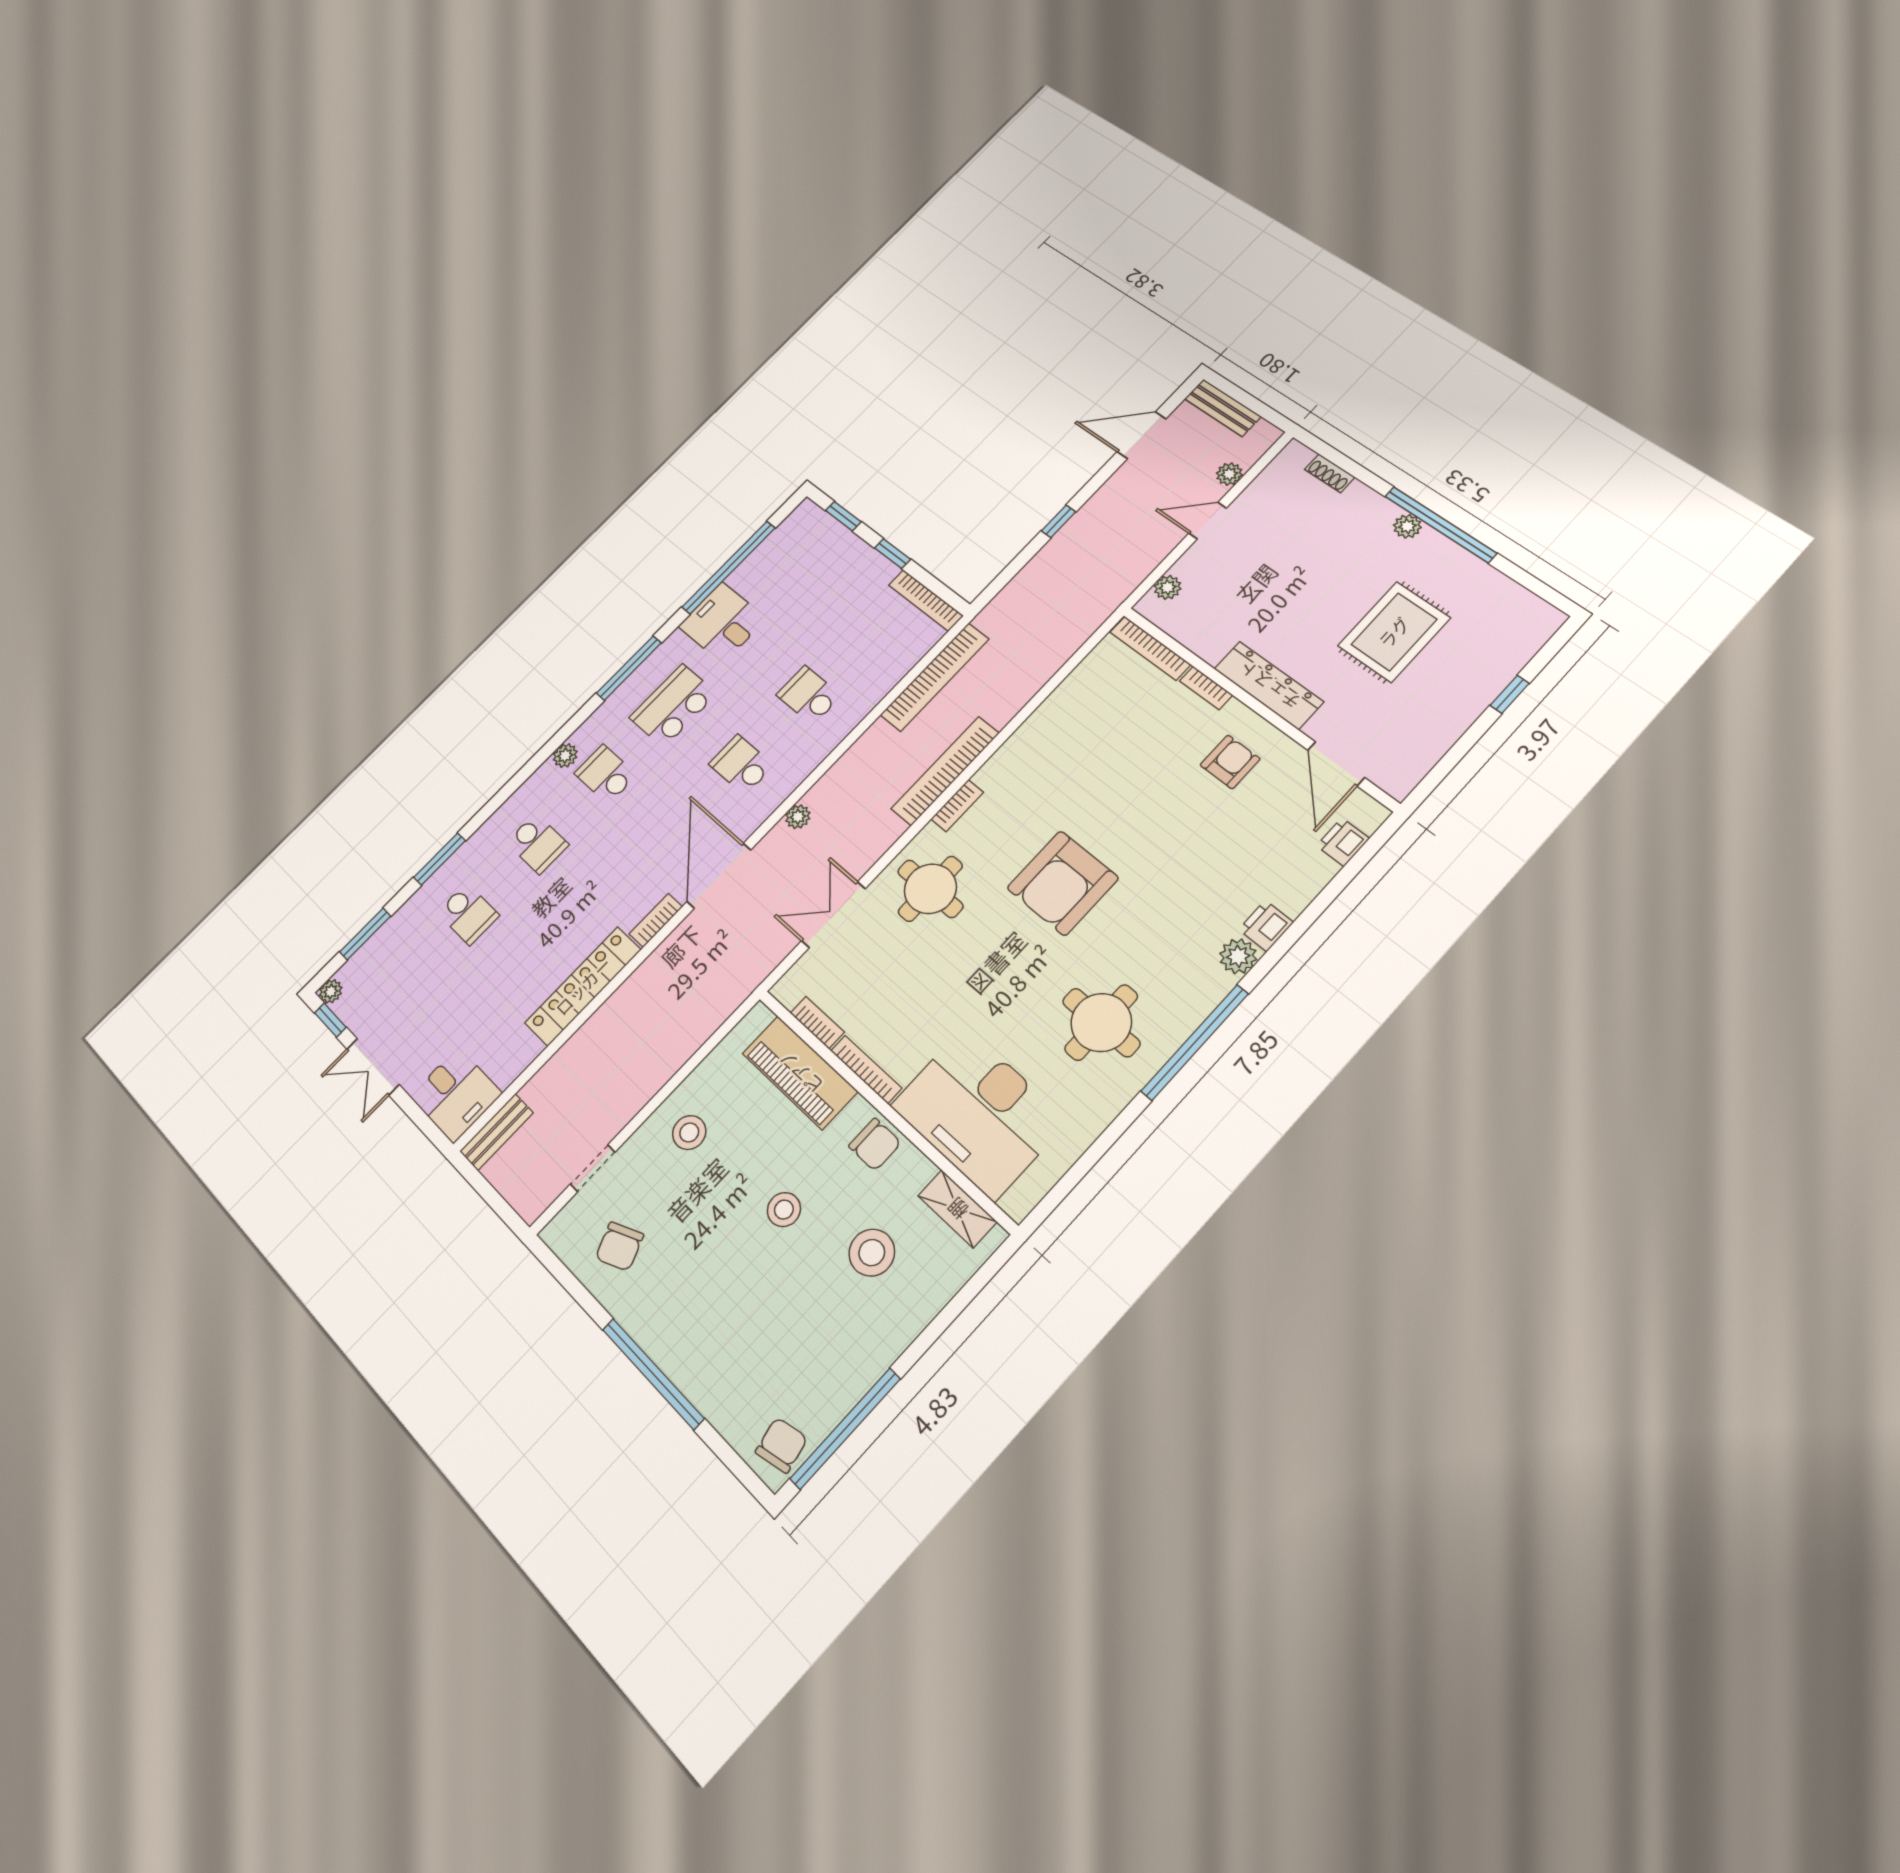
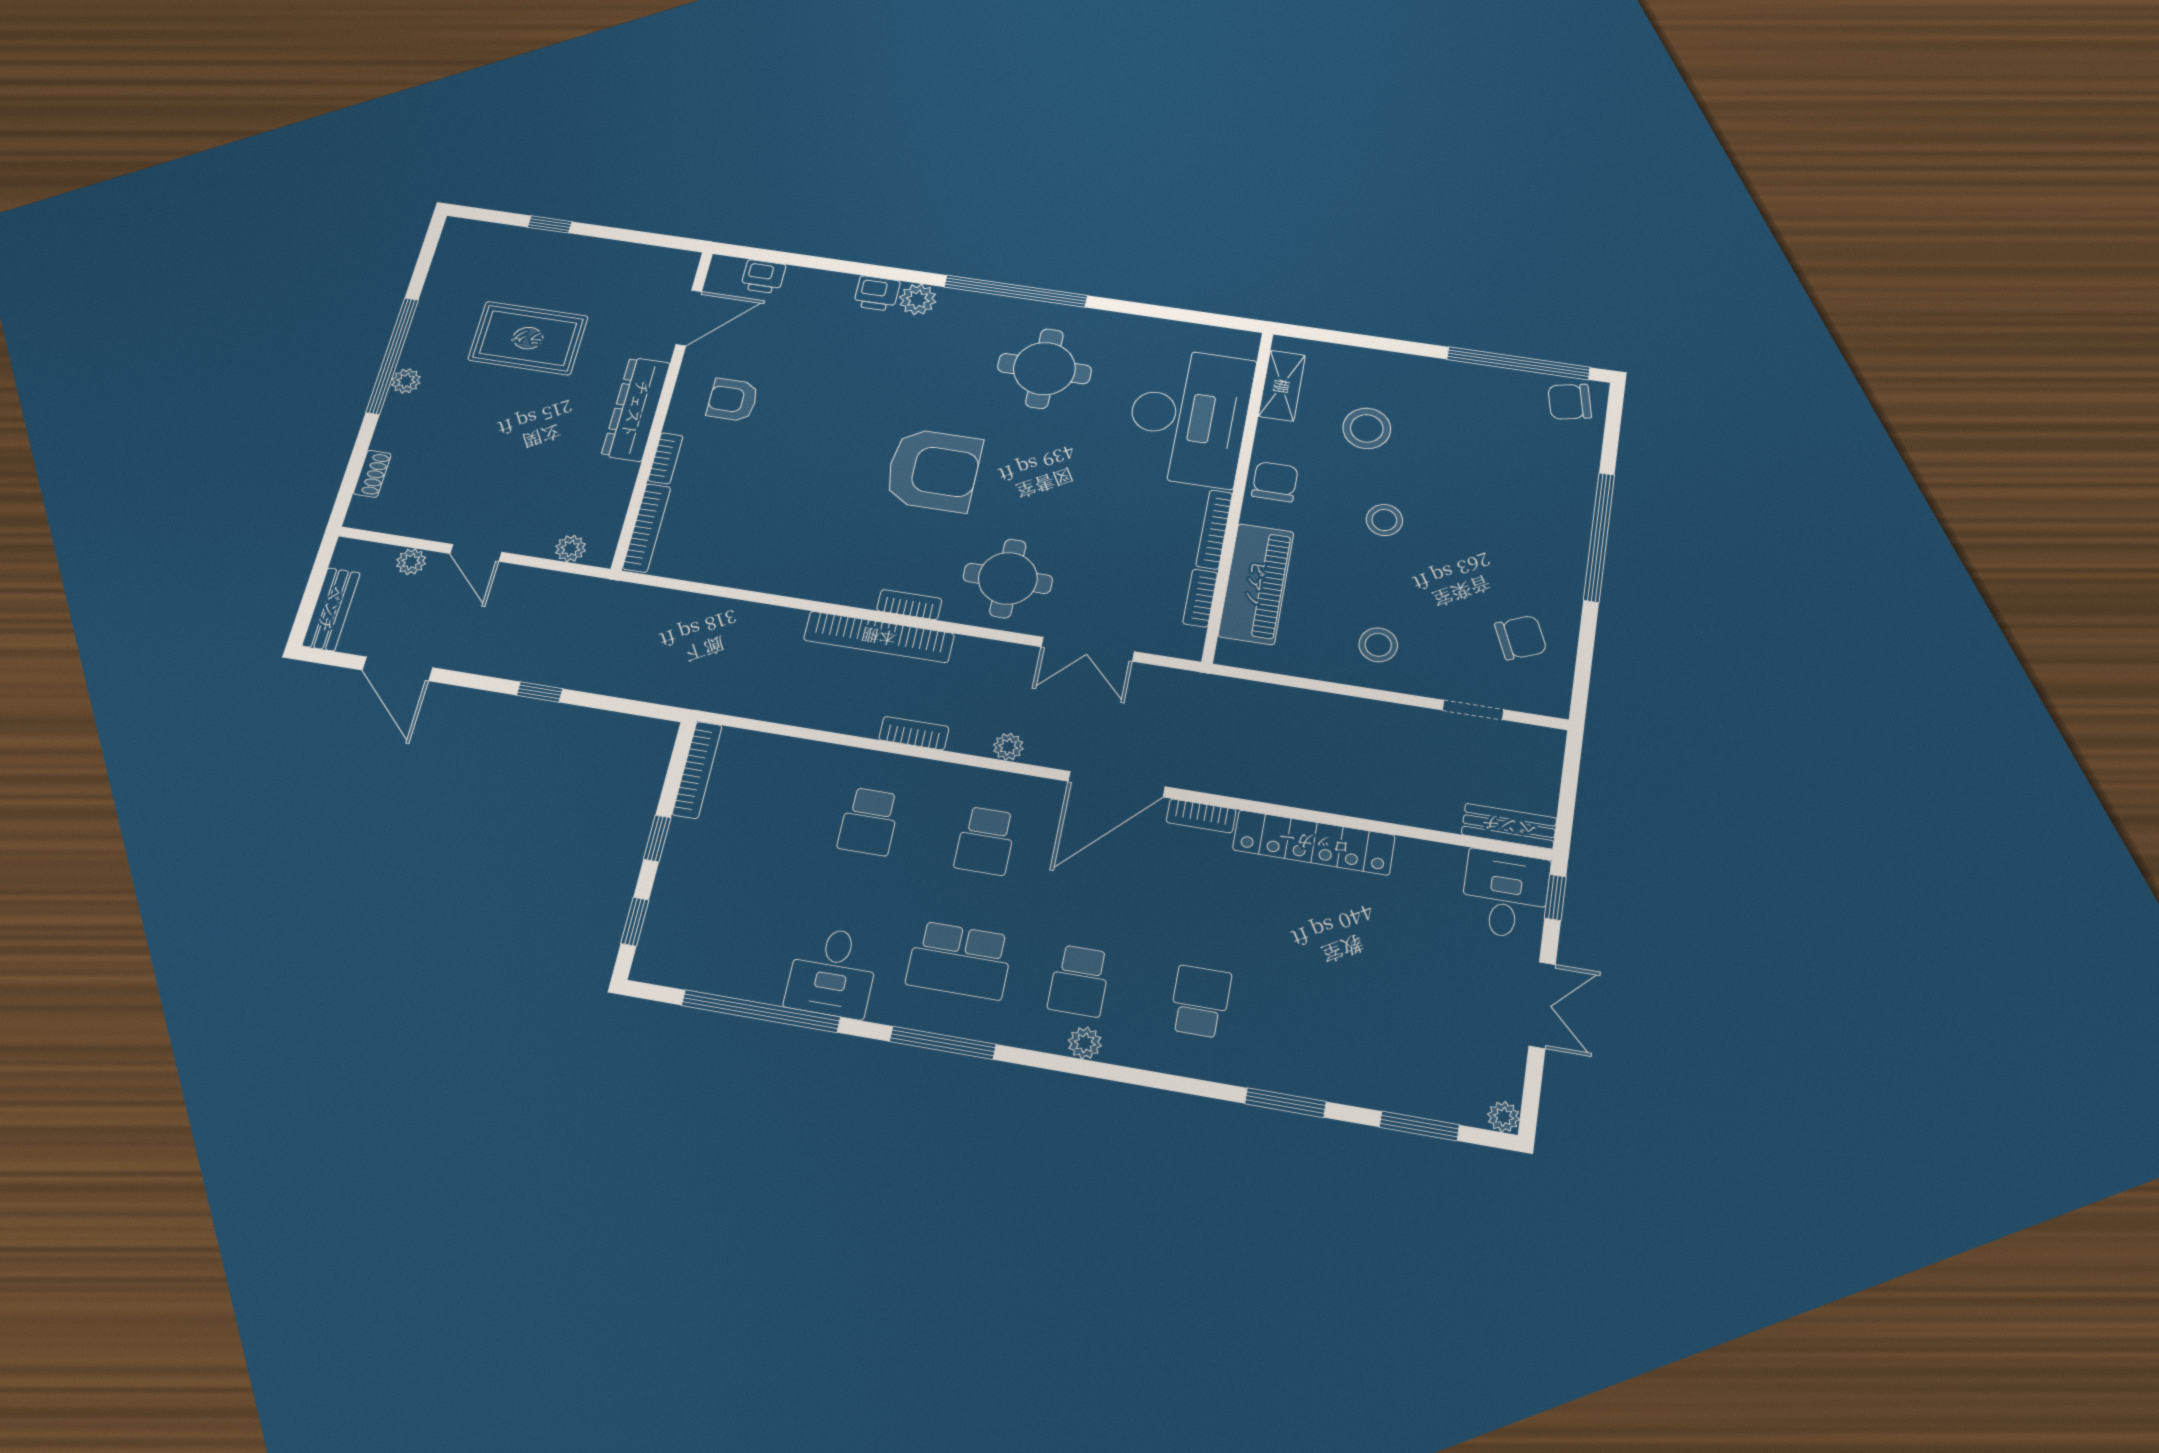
bookcase: (935, 677) -> (914, 733), moved, width x0.43, depth x0.76
school desk: (468, 914) -> (1322, 1022), removed
window: (330, 1020) -> (1555, 898), moved

